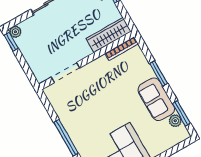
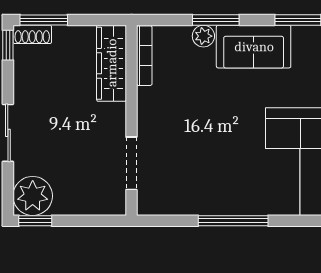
plant: (15, 32) -> (33, 196), width x1.88, depth x1.88
plant: (175, 121) -> (203, 36), moved

